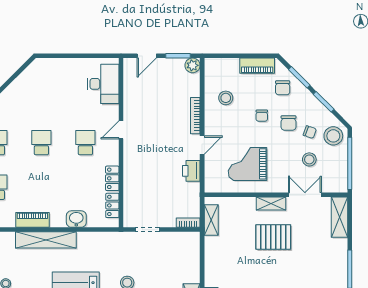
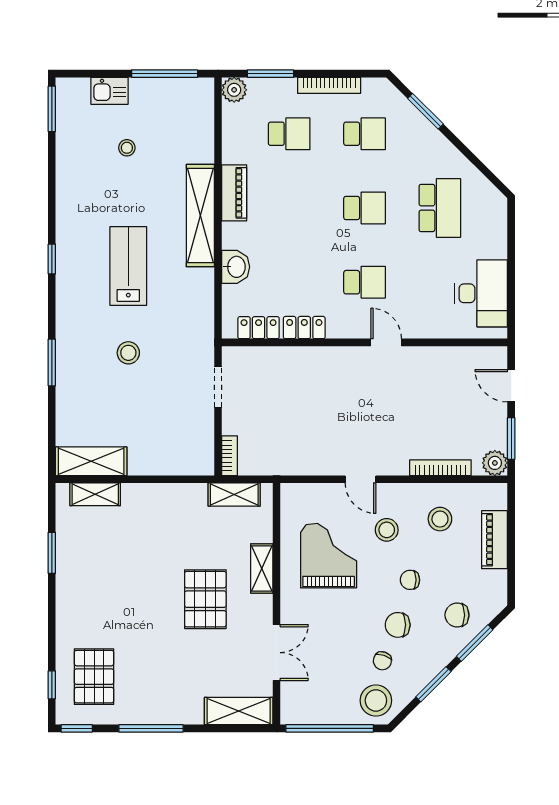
piano: (257, 66) -> (494, 540), moved
desk: (103, 84) -> (481, 293), moved, turned -90
school desk: (41, 98) -> (440, 208), added
bookcase: (195, 116) -> (440, 468), moved
stool: (309, 159) -> (387, 530), moved
printer: (191, 171) -> (317, 461), removed
shelving: (271, 203) -> (262, 568), moved

